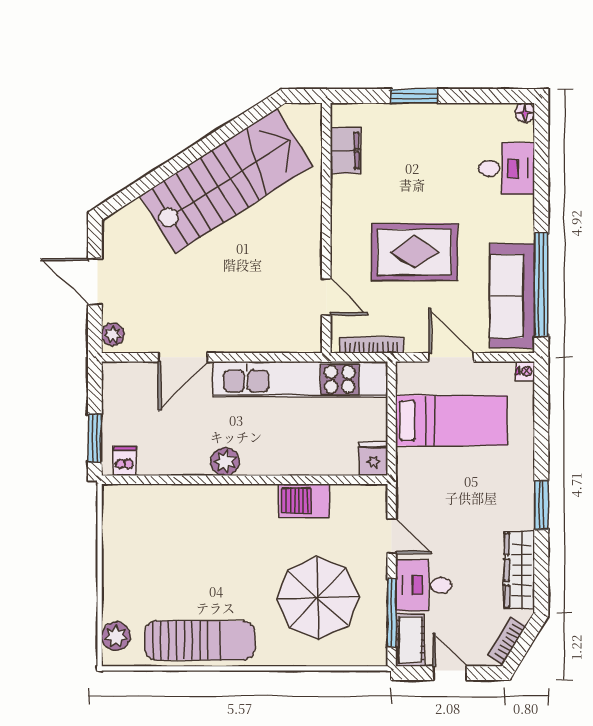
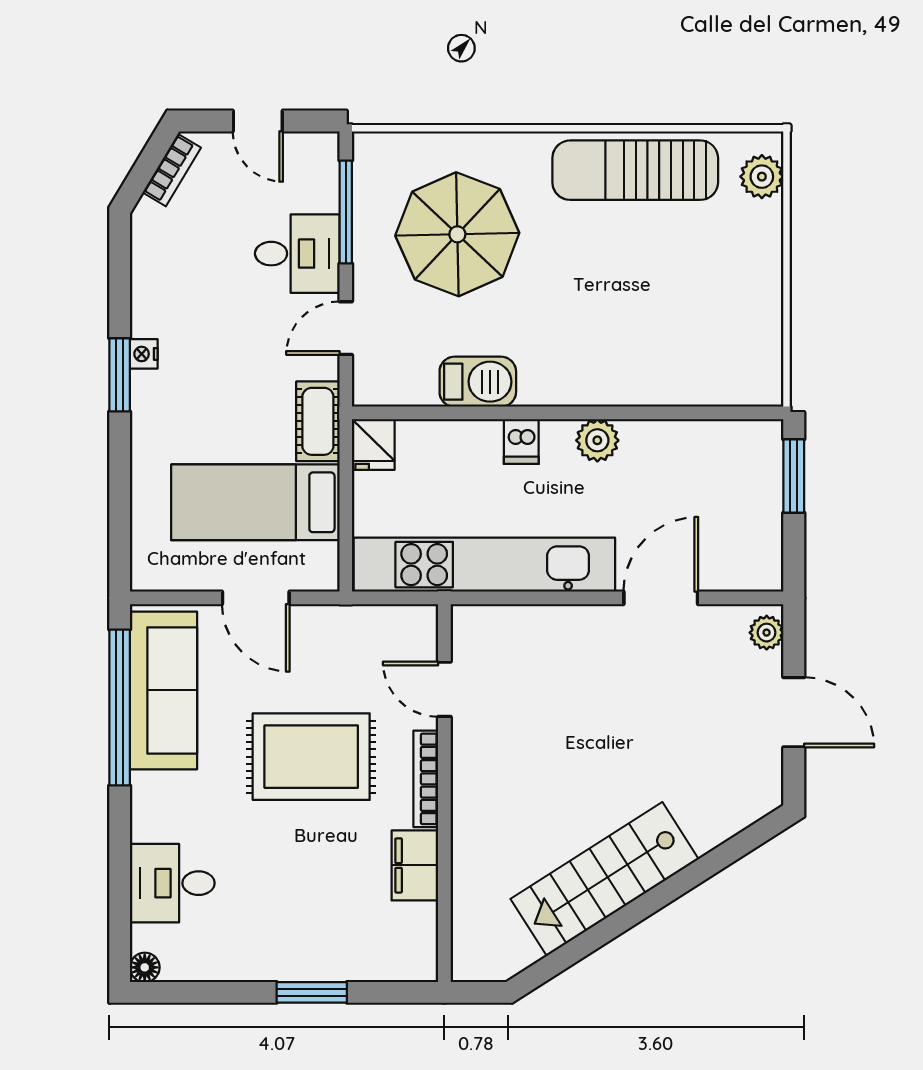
filing cabinet: (346, 150) -> (415, 865), moved
stairs: (226, 181) -> (605, 879), width x0.73, depth x0.66
bookcase: (371, 345) -> (426, 779), moved, turned 90
nightstand: (525, 371) -> (144, 354), moved
dishwasher: (125, 461) -> (521, 441), moved
door: (392, 536) -> (346, 328), hinge flipped
wardrobe: (519, 570) -> (153, 277), removed
cot: (410, 640) -> (318, 421), moved

